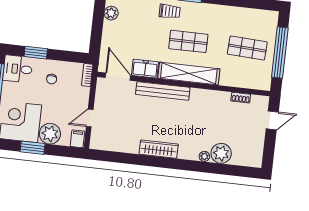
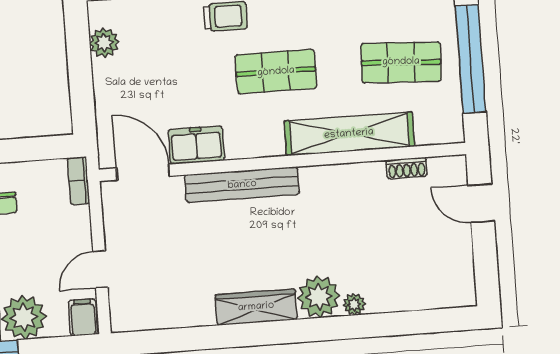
shelving: (189, 74) -> (349, 134), moved
door: (272, 120) -> (481, 203), swing flipped
plant: (221, 153) -> (319, 297), moved

